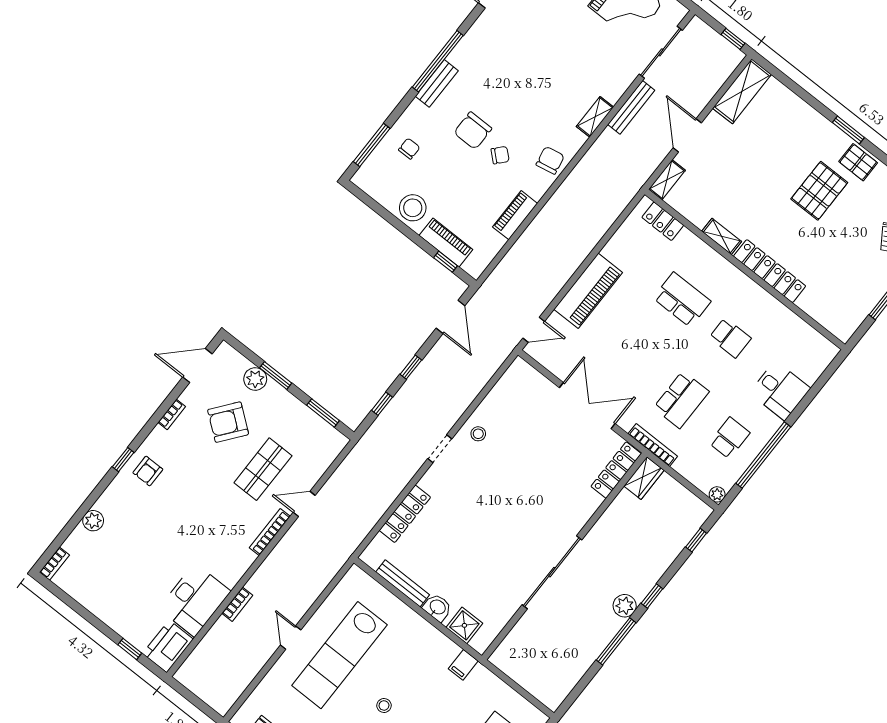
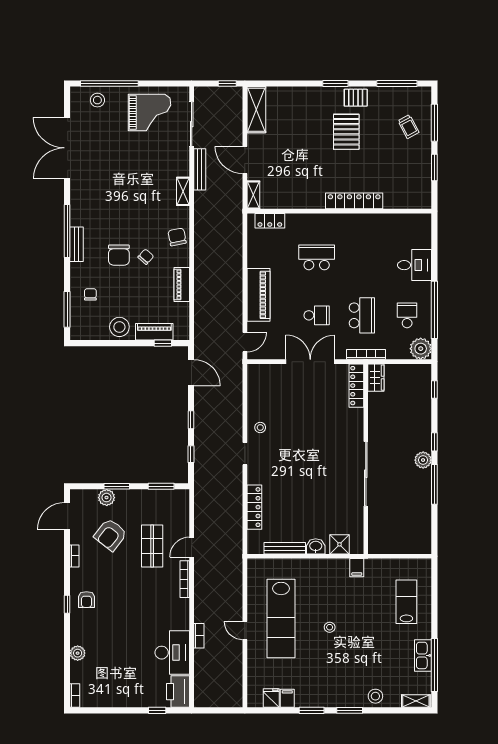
shelving: (722, 236) -> (311, 203), removed
school desk: (730, 338) -> (317, 315), moved
plant: (717, 494) -> (421, 349), width x1.87, depth x1.87

